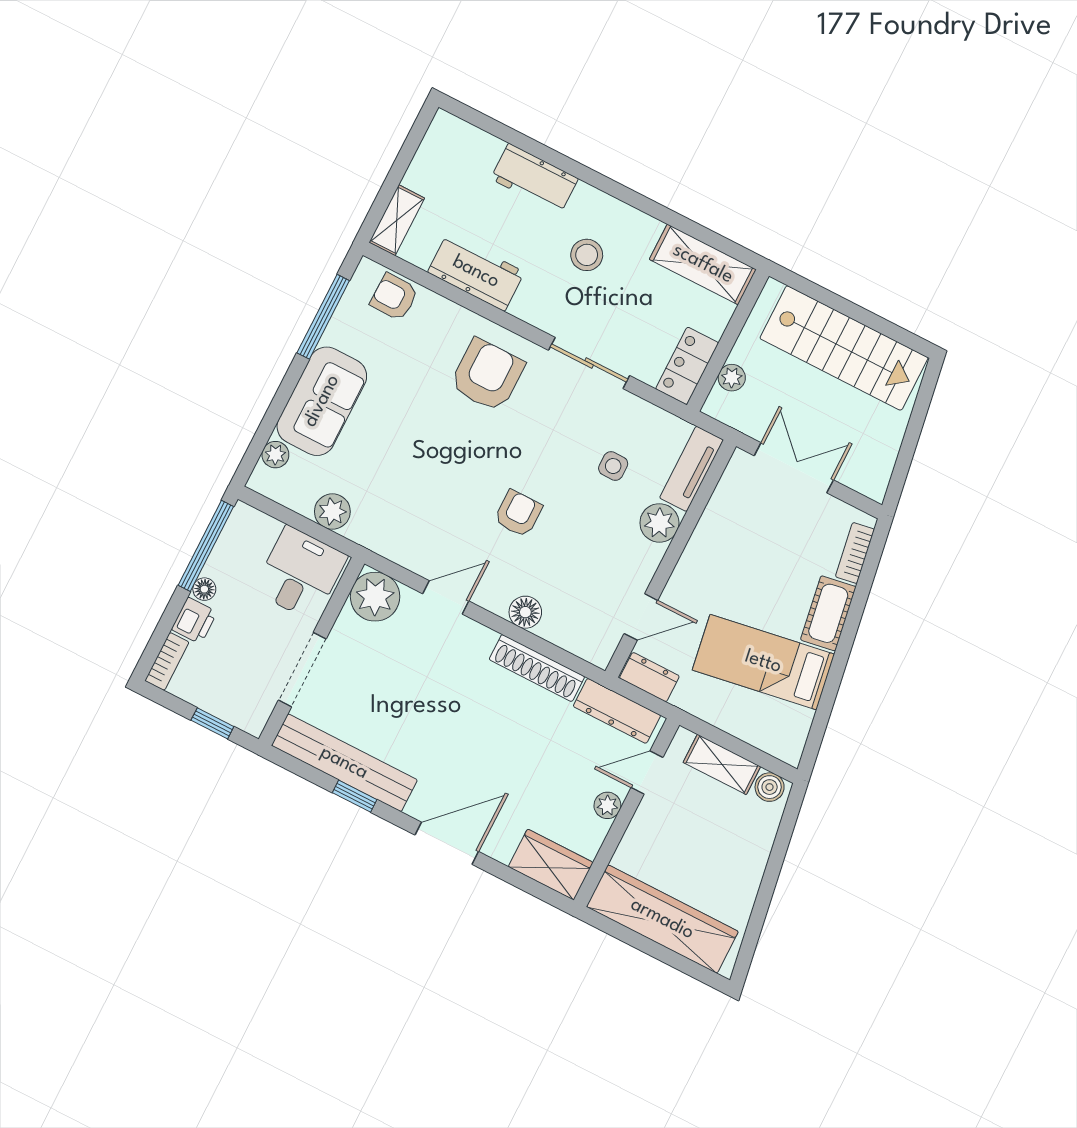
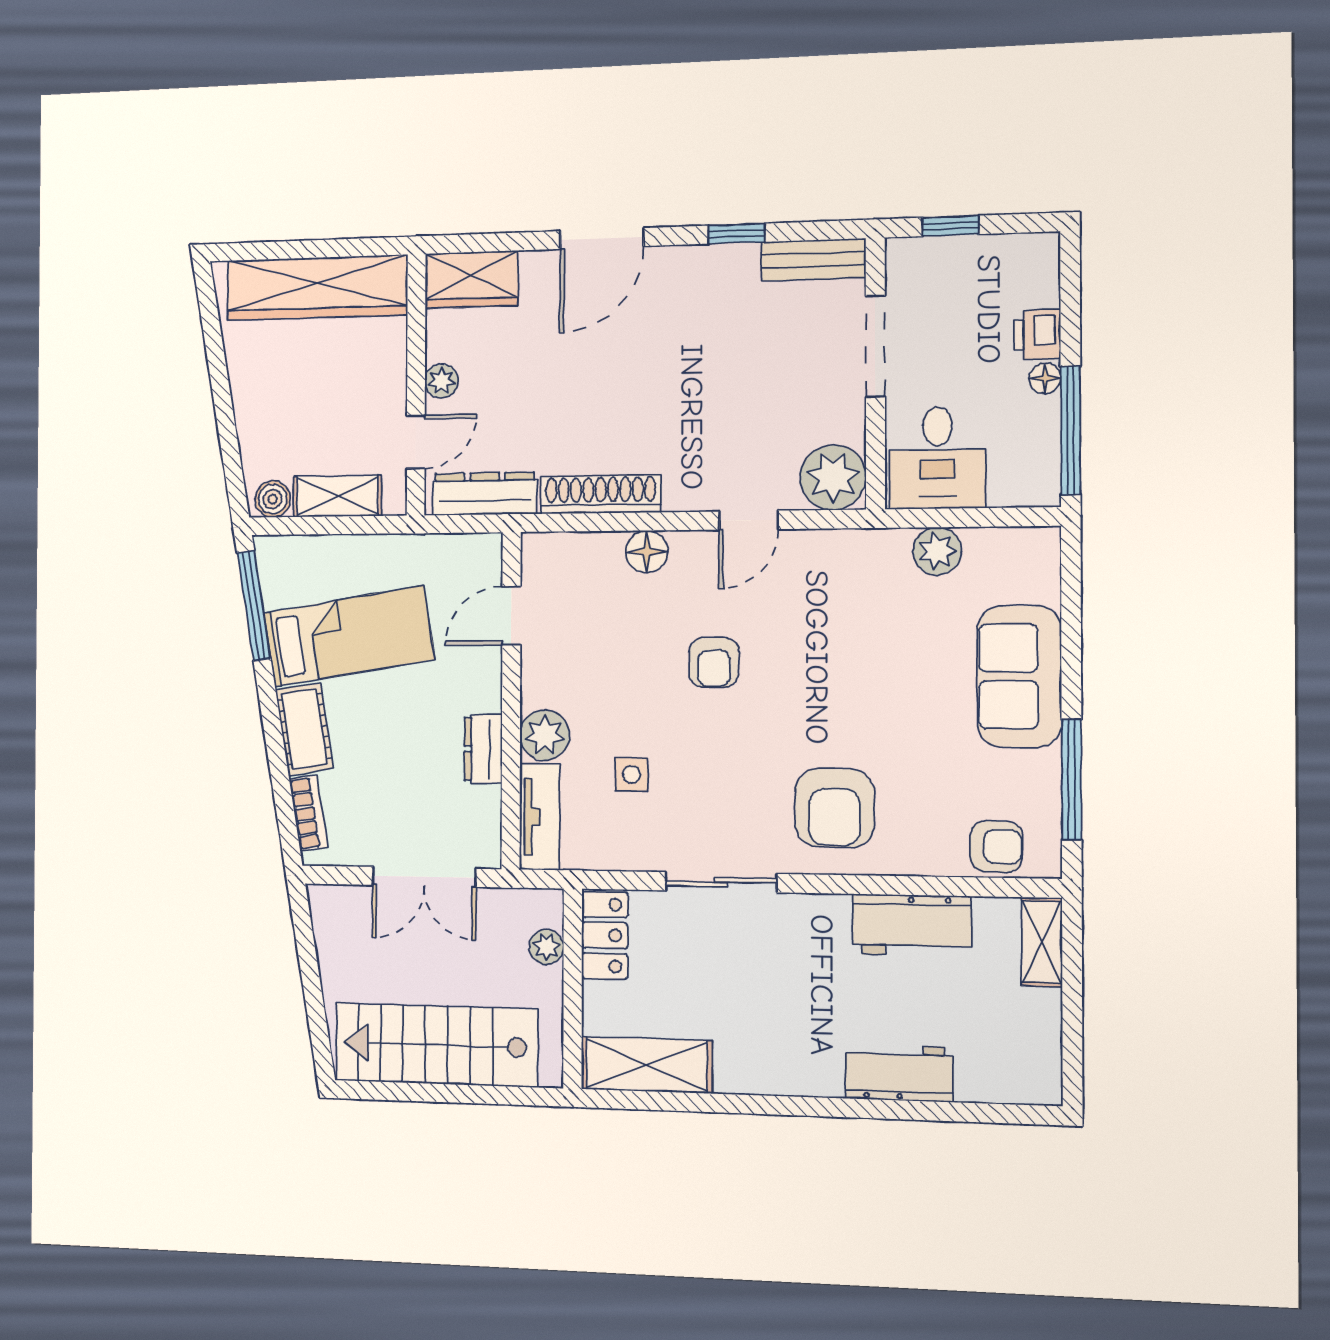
stool: (587, 255) -> (789, 1010), removed
plant: (275, 455) -> (1043, 584), removed
bookcase: (167, 661) -> (1045, 269), removed
dresser: (649, 677) -> (483, 749), moved, turned 90
window: (821, 719) -> (254, 606), added
bench: (344, 763) -> (813, 260), width x0.54, depth x0.82

